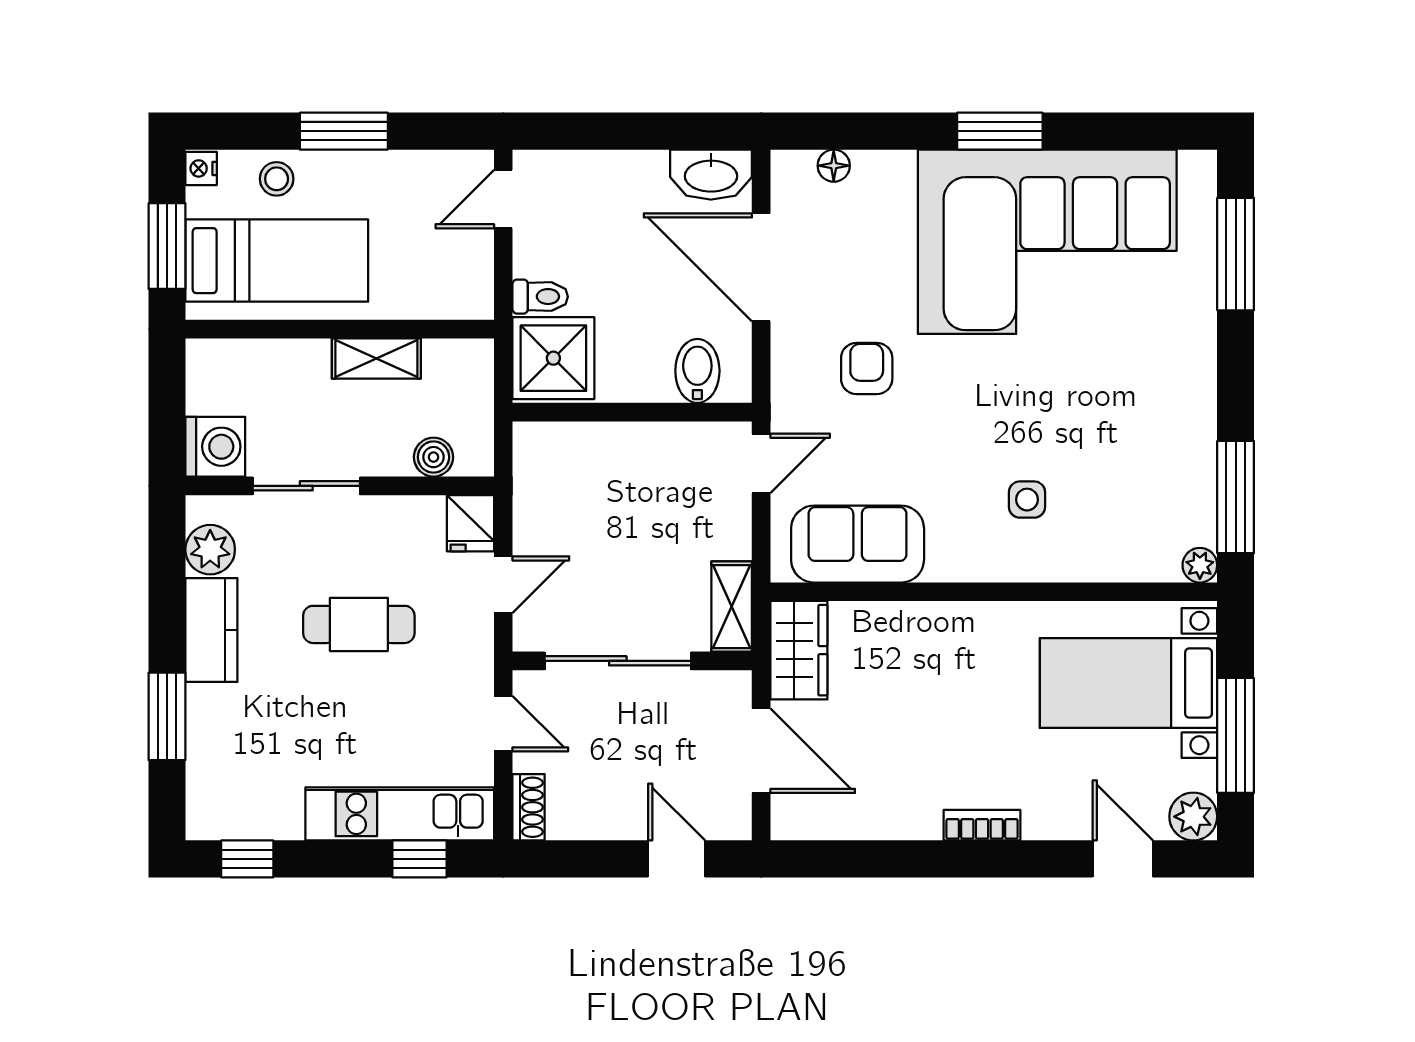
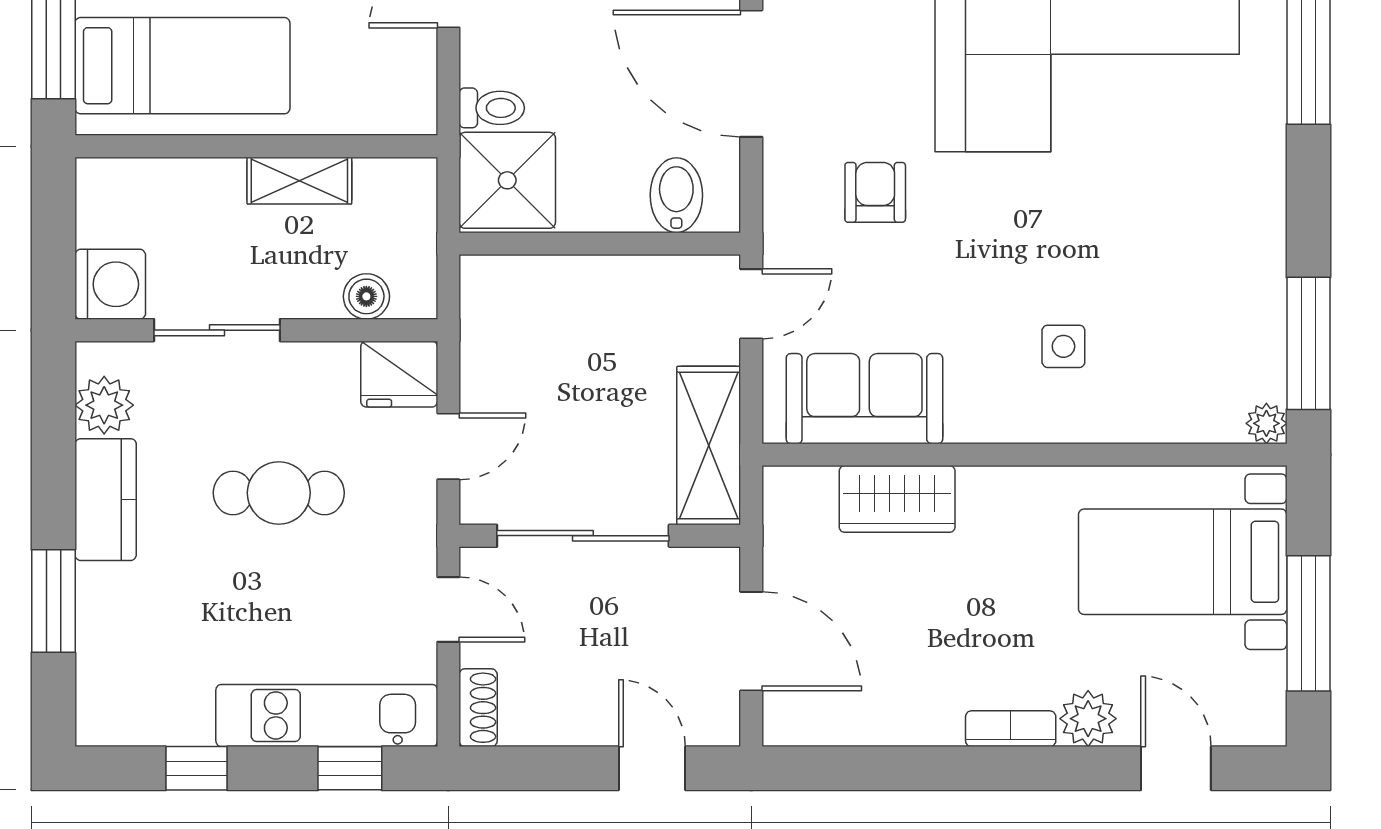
fridge: (470, 523) -> (399, 374), width x1.38
shelving: (732, 607) -> (709, 445), width x1.50, depth x1.33
wardrobe: (799, 650) -> (897, 499), moved, turned 90
plant: (1193, 817) -> (1088, 719), moved
window: (247, 859) -> (197, 768), moved

